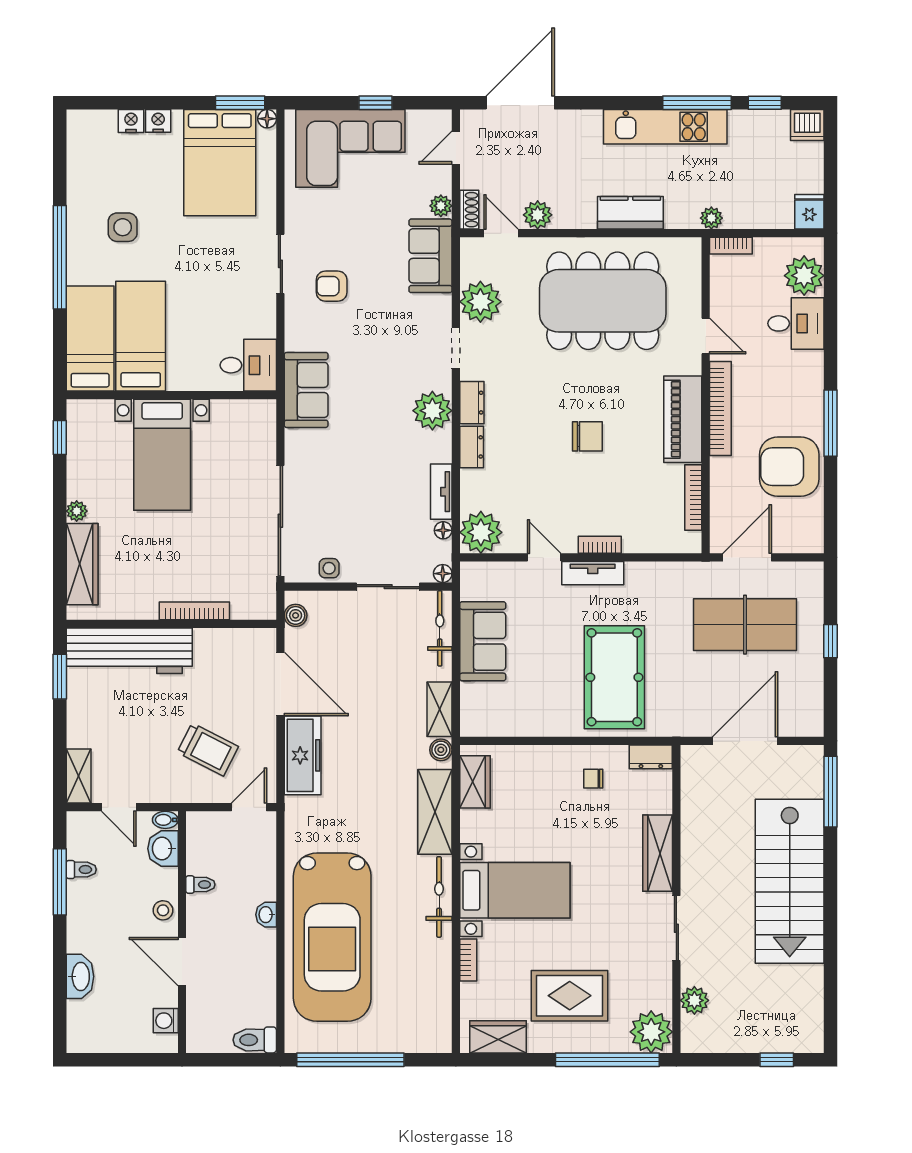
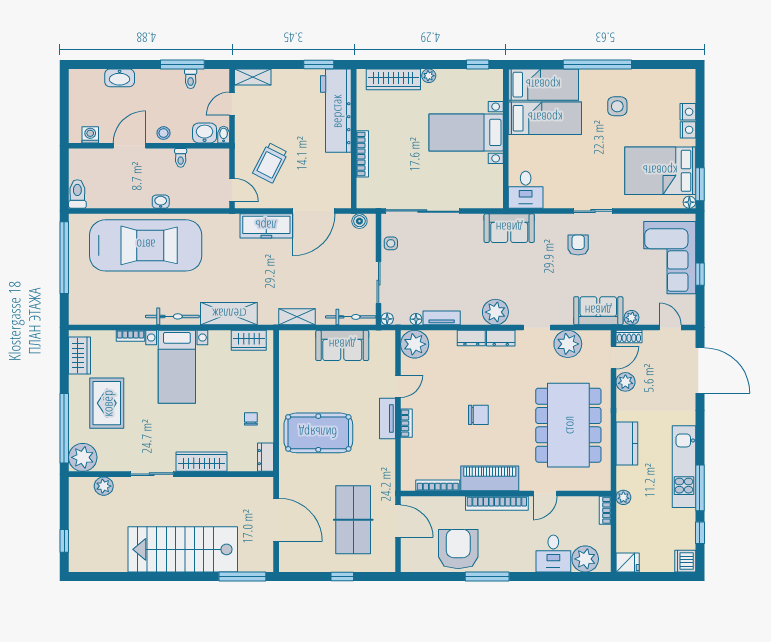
chair: (587, 436) -> (478, 415), turned -90
boiler: (441, 750) -> (270, 318), removed
car: (332, 937) -> (146, 245), turned 180

